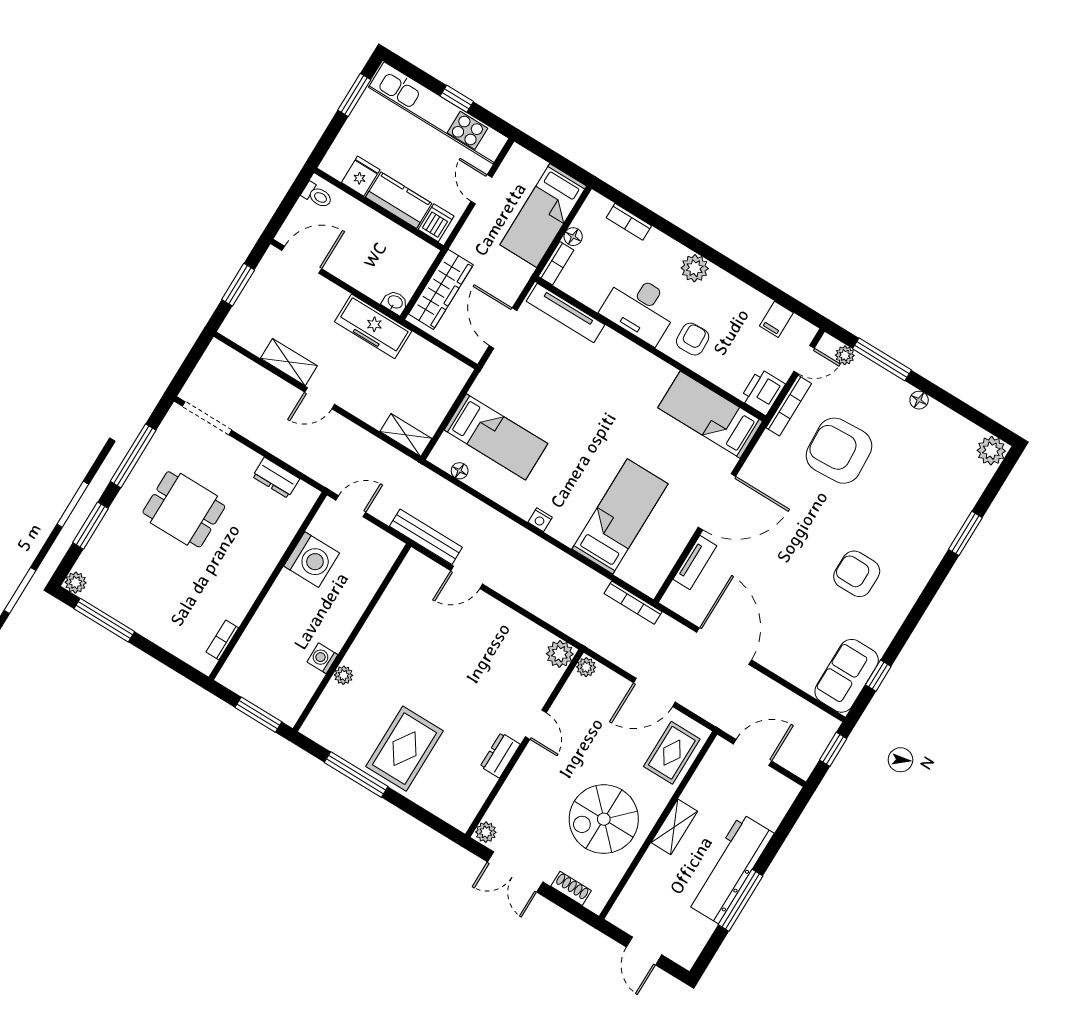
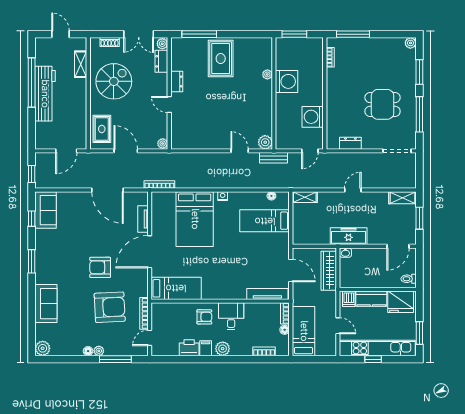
fridge: (361, 176) -> (401, 302), width x1.88, depth x1.34
desk: (640, 308) -> (231, 316), width x0.73
filing cabinet: (776, 319) -> (206, 348), moved
armchair: (693, 339) -> (204, 317), turned -88
plant: (845, 355) -> (99, 351), moved
shelving: (289, 362) -> (402, 198), moved
printer: (762, 392) -> (189, 348), moved, turned -90
bed: (620, 516) -> (195, 219), width x1.50
sofa: (940, 521) -> (46, 304), added
window: (965, 533) -> (32, 261), moved
bench: (426, 537) -> (274, 158), width x0.73
armchair: (857, 574) -> (100, 267), moved, turned 180
door: (467, 577) -> (240, 151), hinge flipped
window: (104, 620) -> (353, 34), moved
plant: (560, 654) -> (265, 142), moved
washing machine: (322, 658) -> (286, 81), width x1.89, depth x1.89
door: (654, 692) -> (126, 151), hinge flipped
window: (356, 774) -> (199, 34), moved
dresser: (505, 804) -> (161, 61), added
shelving: (674, 827) -> (81, 64), moved
double door: (515, 872) -> (139, 34), swing flipped
window: (741, 900) -> (32, 83), width x1.46

